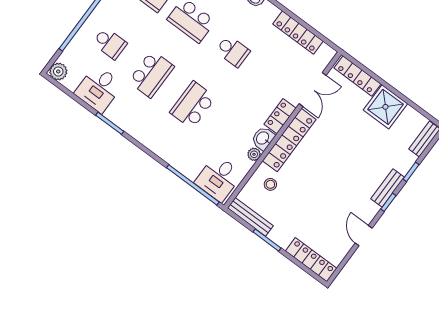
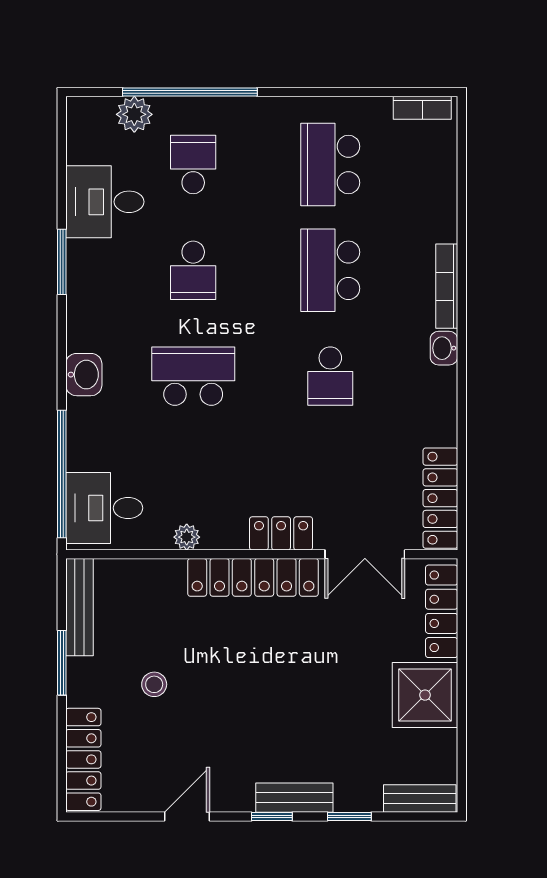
locker: (298, 33) -> (440, 498), moved
school desk: (110, 43) -> (193, 164), turned 180
plant: (58, 72) -> (134, 114), moved
school desk: (151, 74) -> (193, 270), width x0.54
washbasin: (263, 138) -> (84, 375), moved, turned 90
stool: (270, 184) -> (154, 684), moved

